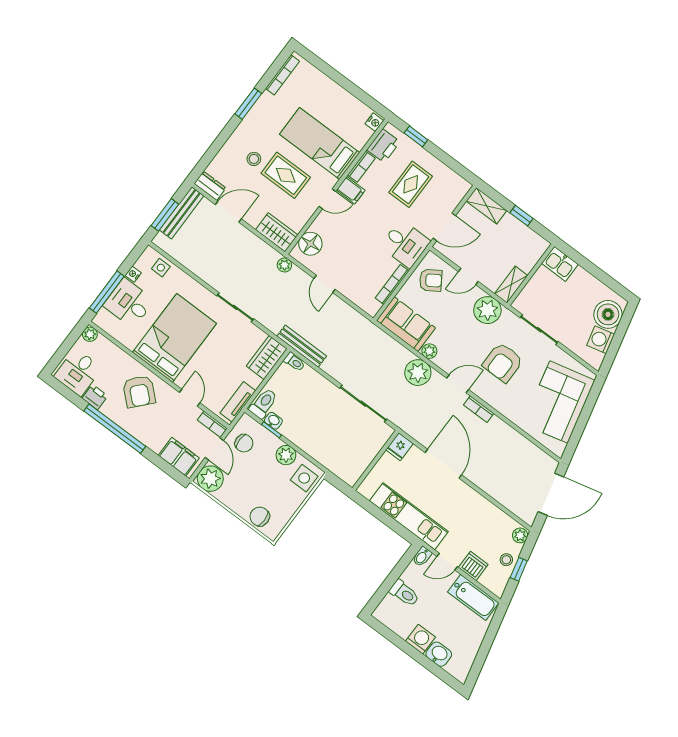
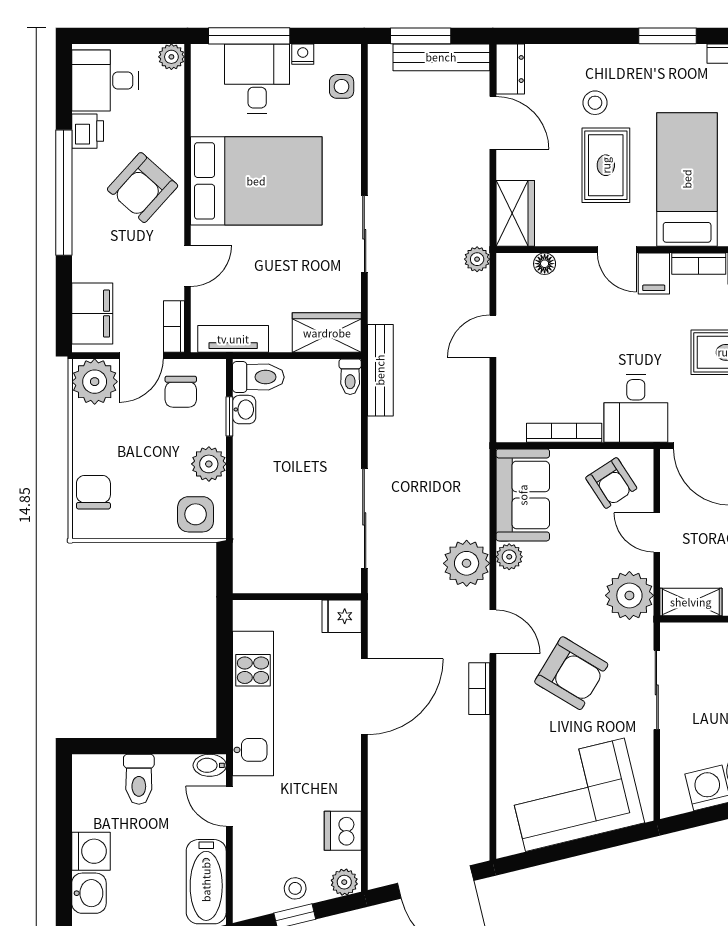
floor lamp: (310, 244) -> (545, 264), width x0.53, depth x0.53
armchair: (503, 363) -> (571, 673), turned -149
dishwasher: (473, 566) -> (343, 831), moved, turned 180

